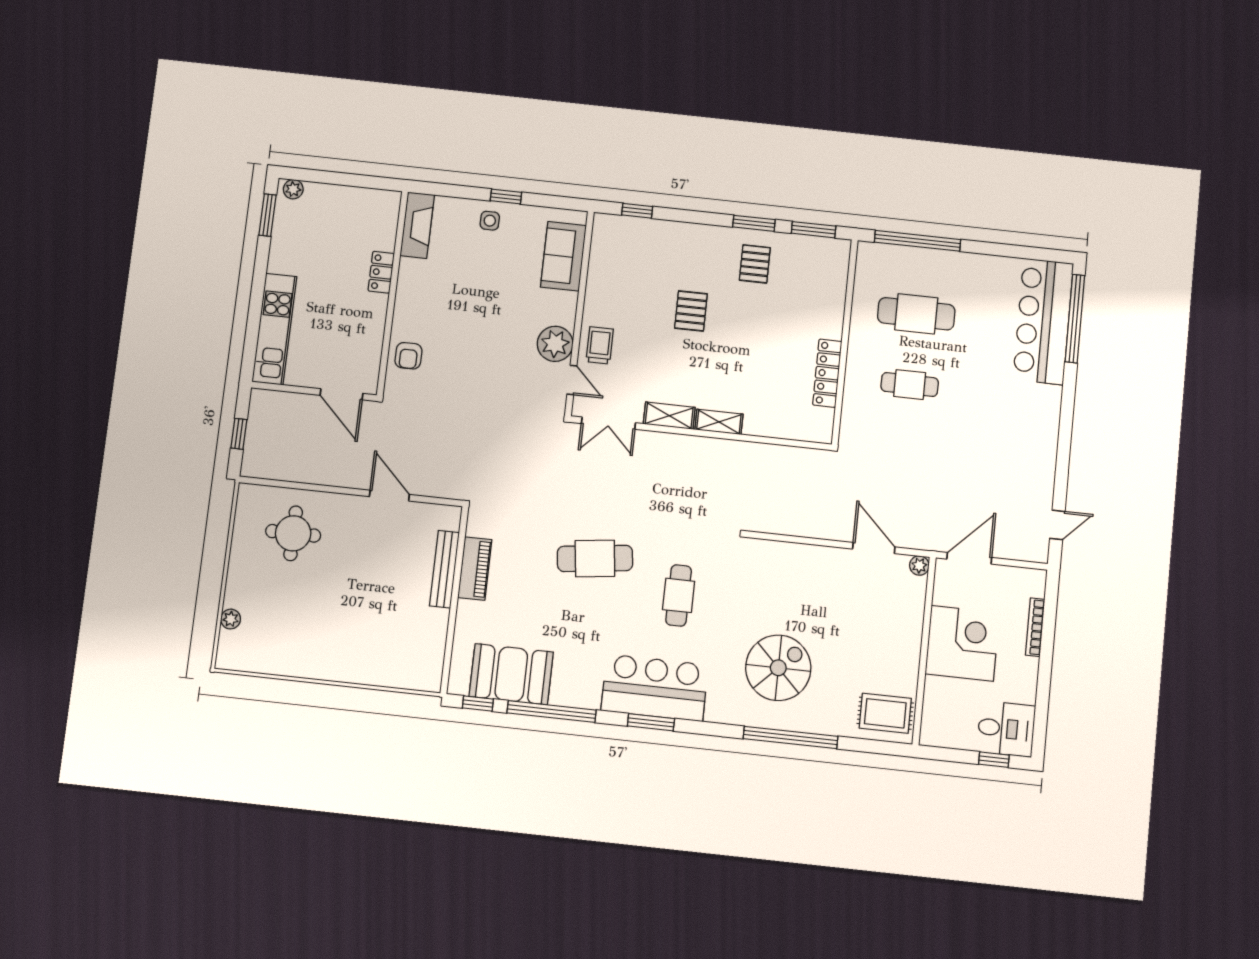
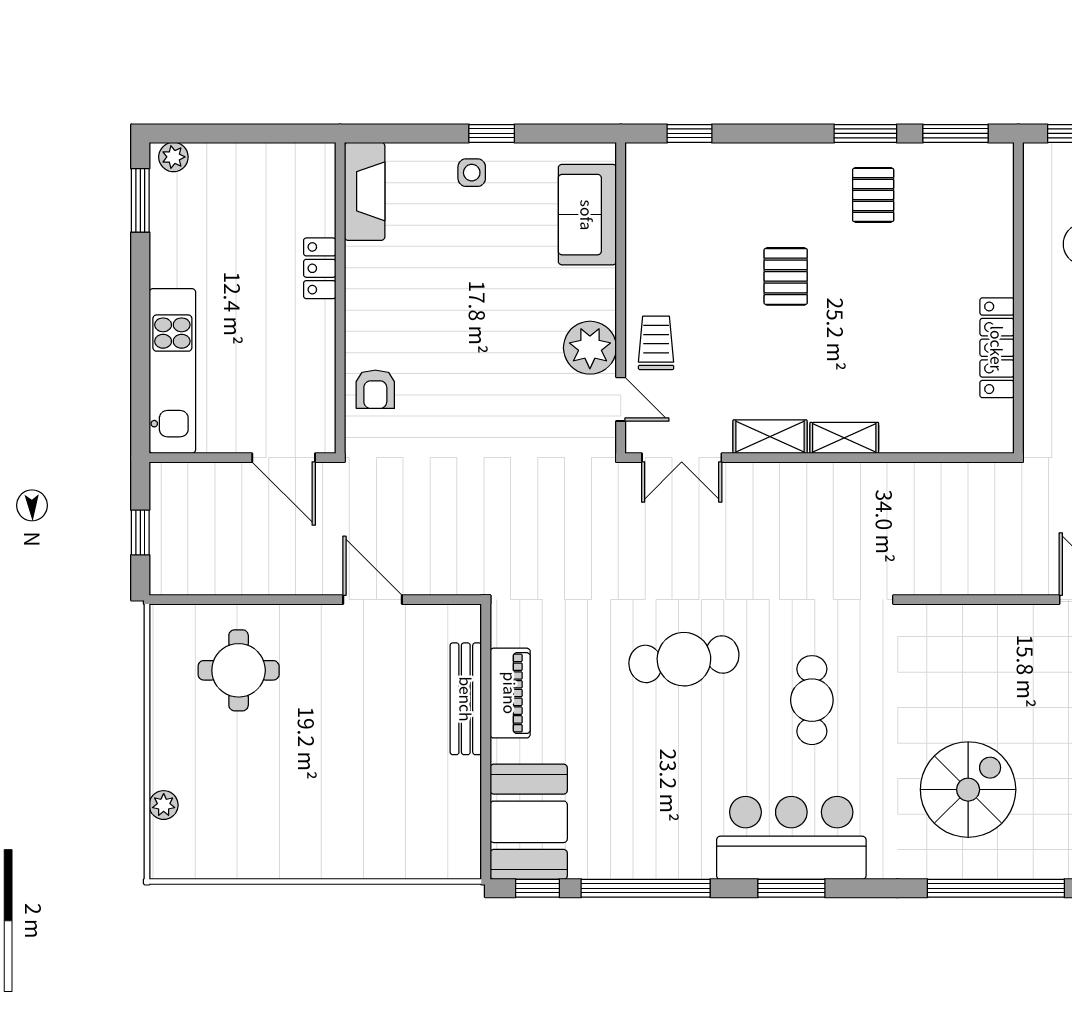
booth: (511, 674) -> (529, 822), moved, turned 90

